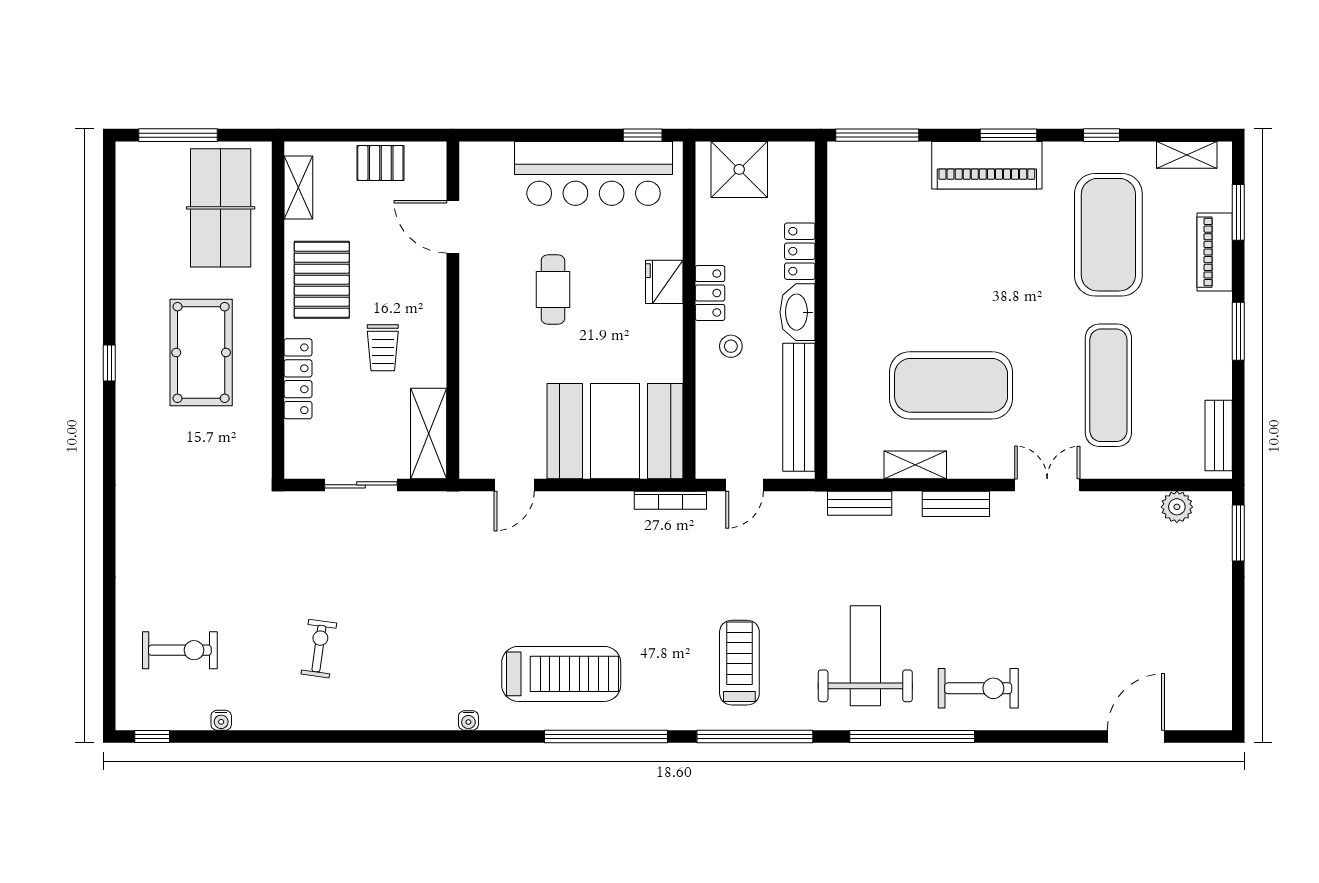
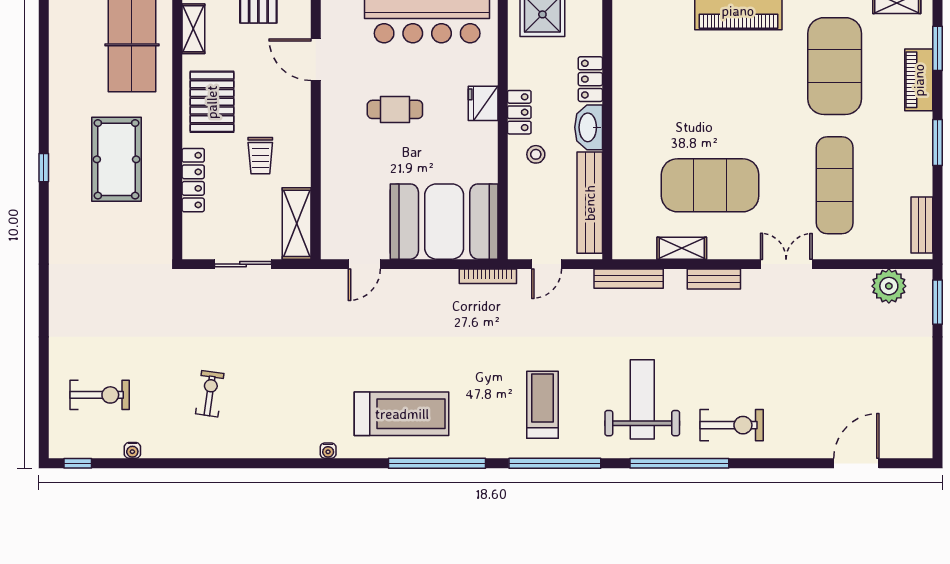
cafe table: (553, 289) -> (395, 109), turned 90
bench: (860, 503) -> (629, 279), width x1.36
plant: (1177, 507) -> (889, 286), width x1.36, depth x1.36

